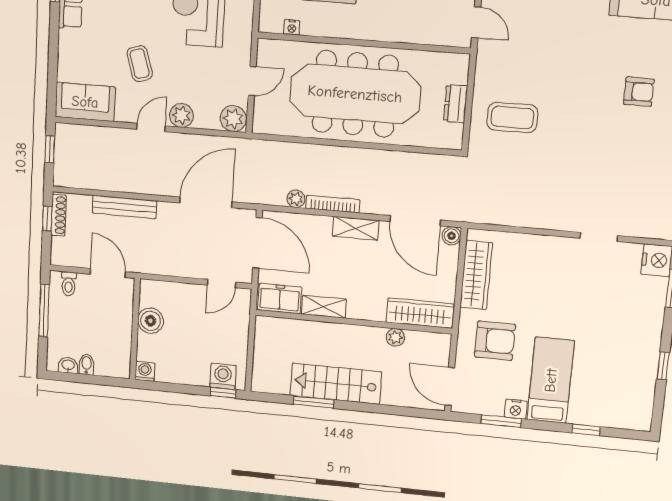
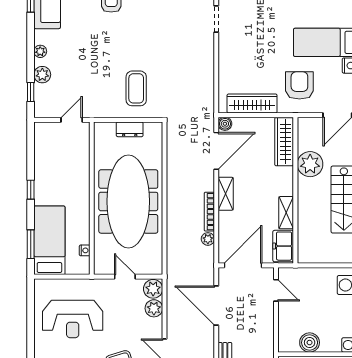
plant: (181, 115) -> (154, 308), moved
plant: (395, 337) -> (310, 164), width x1.87, depth x1.87

